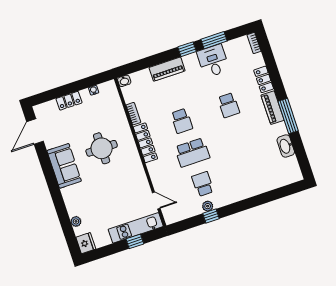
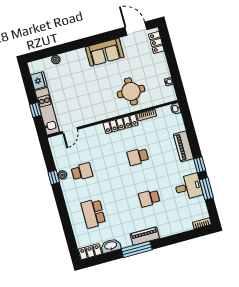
locker: (264, 79) -> (90, 252), moved
locker: (69, 101) -> (156, 42), moved
round table: (102, 148) -> (131, 91), moved
school desk: (192, 152) -> (93, 213), moved
fridge: (86, 243) -> (39, 81), moved, turned -90

